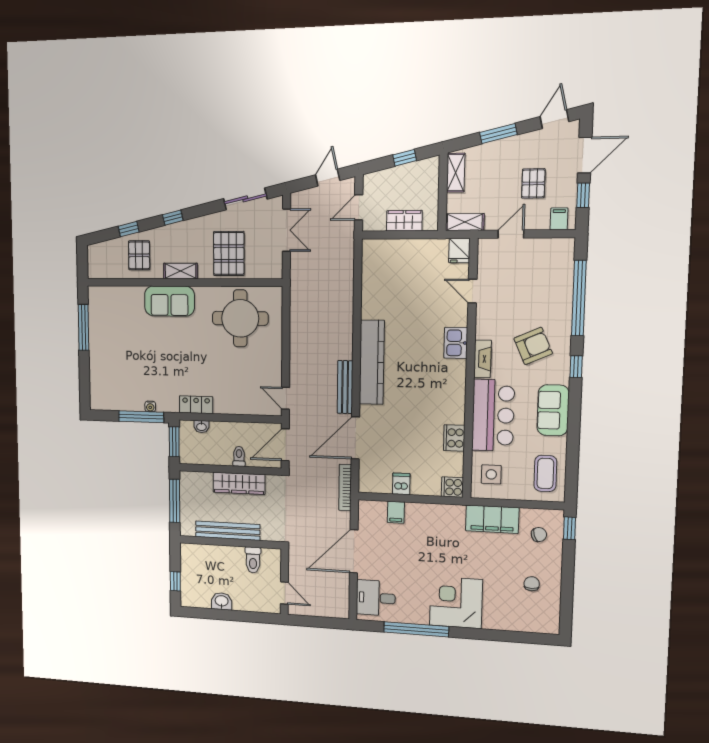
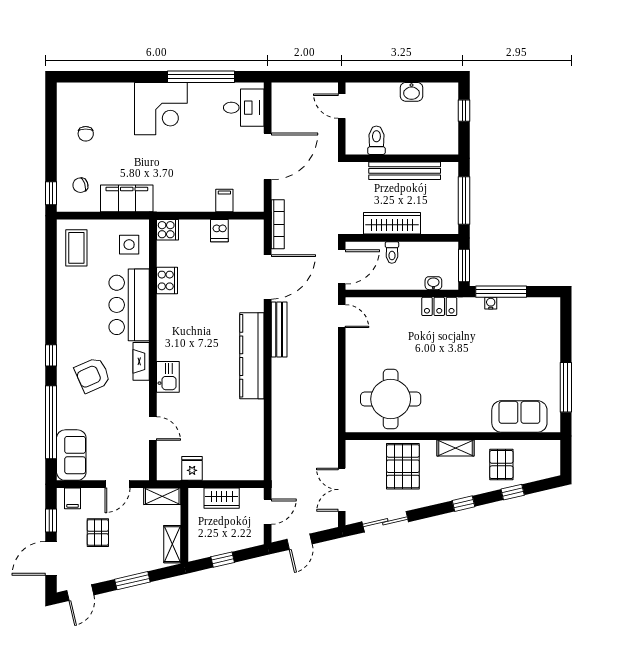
fridge: (459, 251) -> (192, 468), moved
sofa: (169, 301) -> (519, 416), moved
sofa: (553, 410) -> (71, 455), moved

